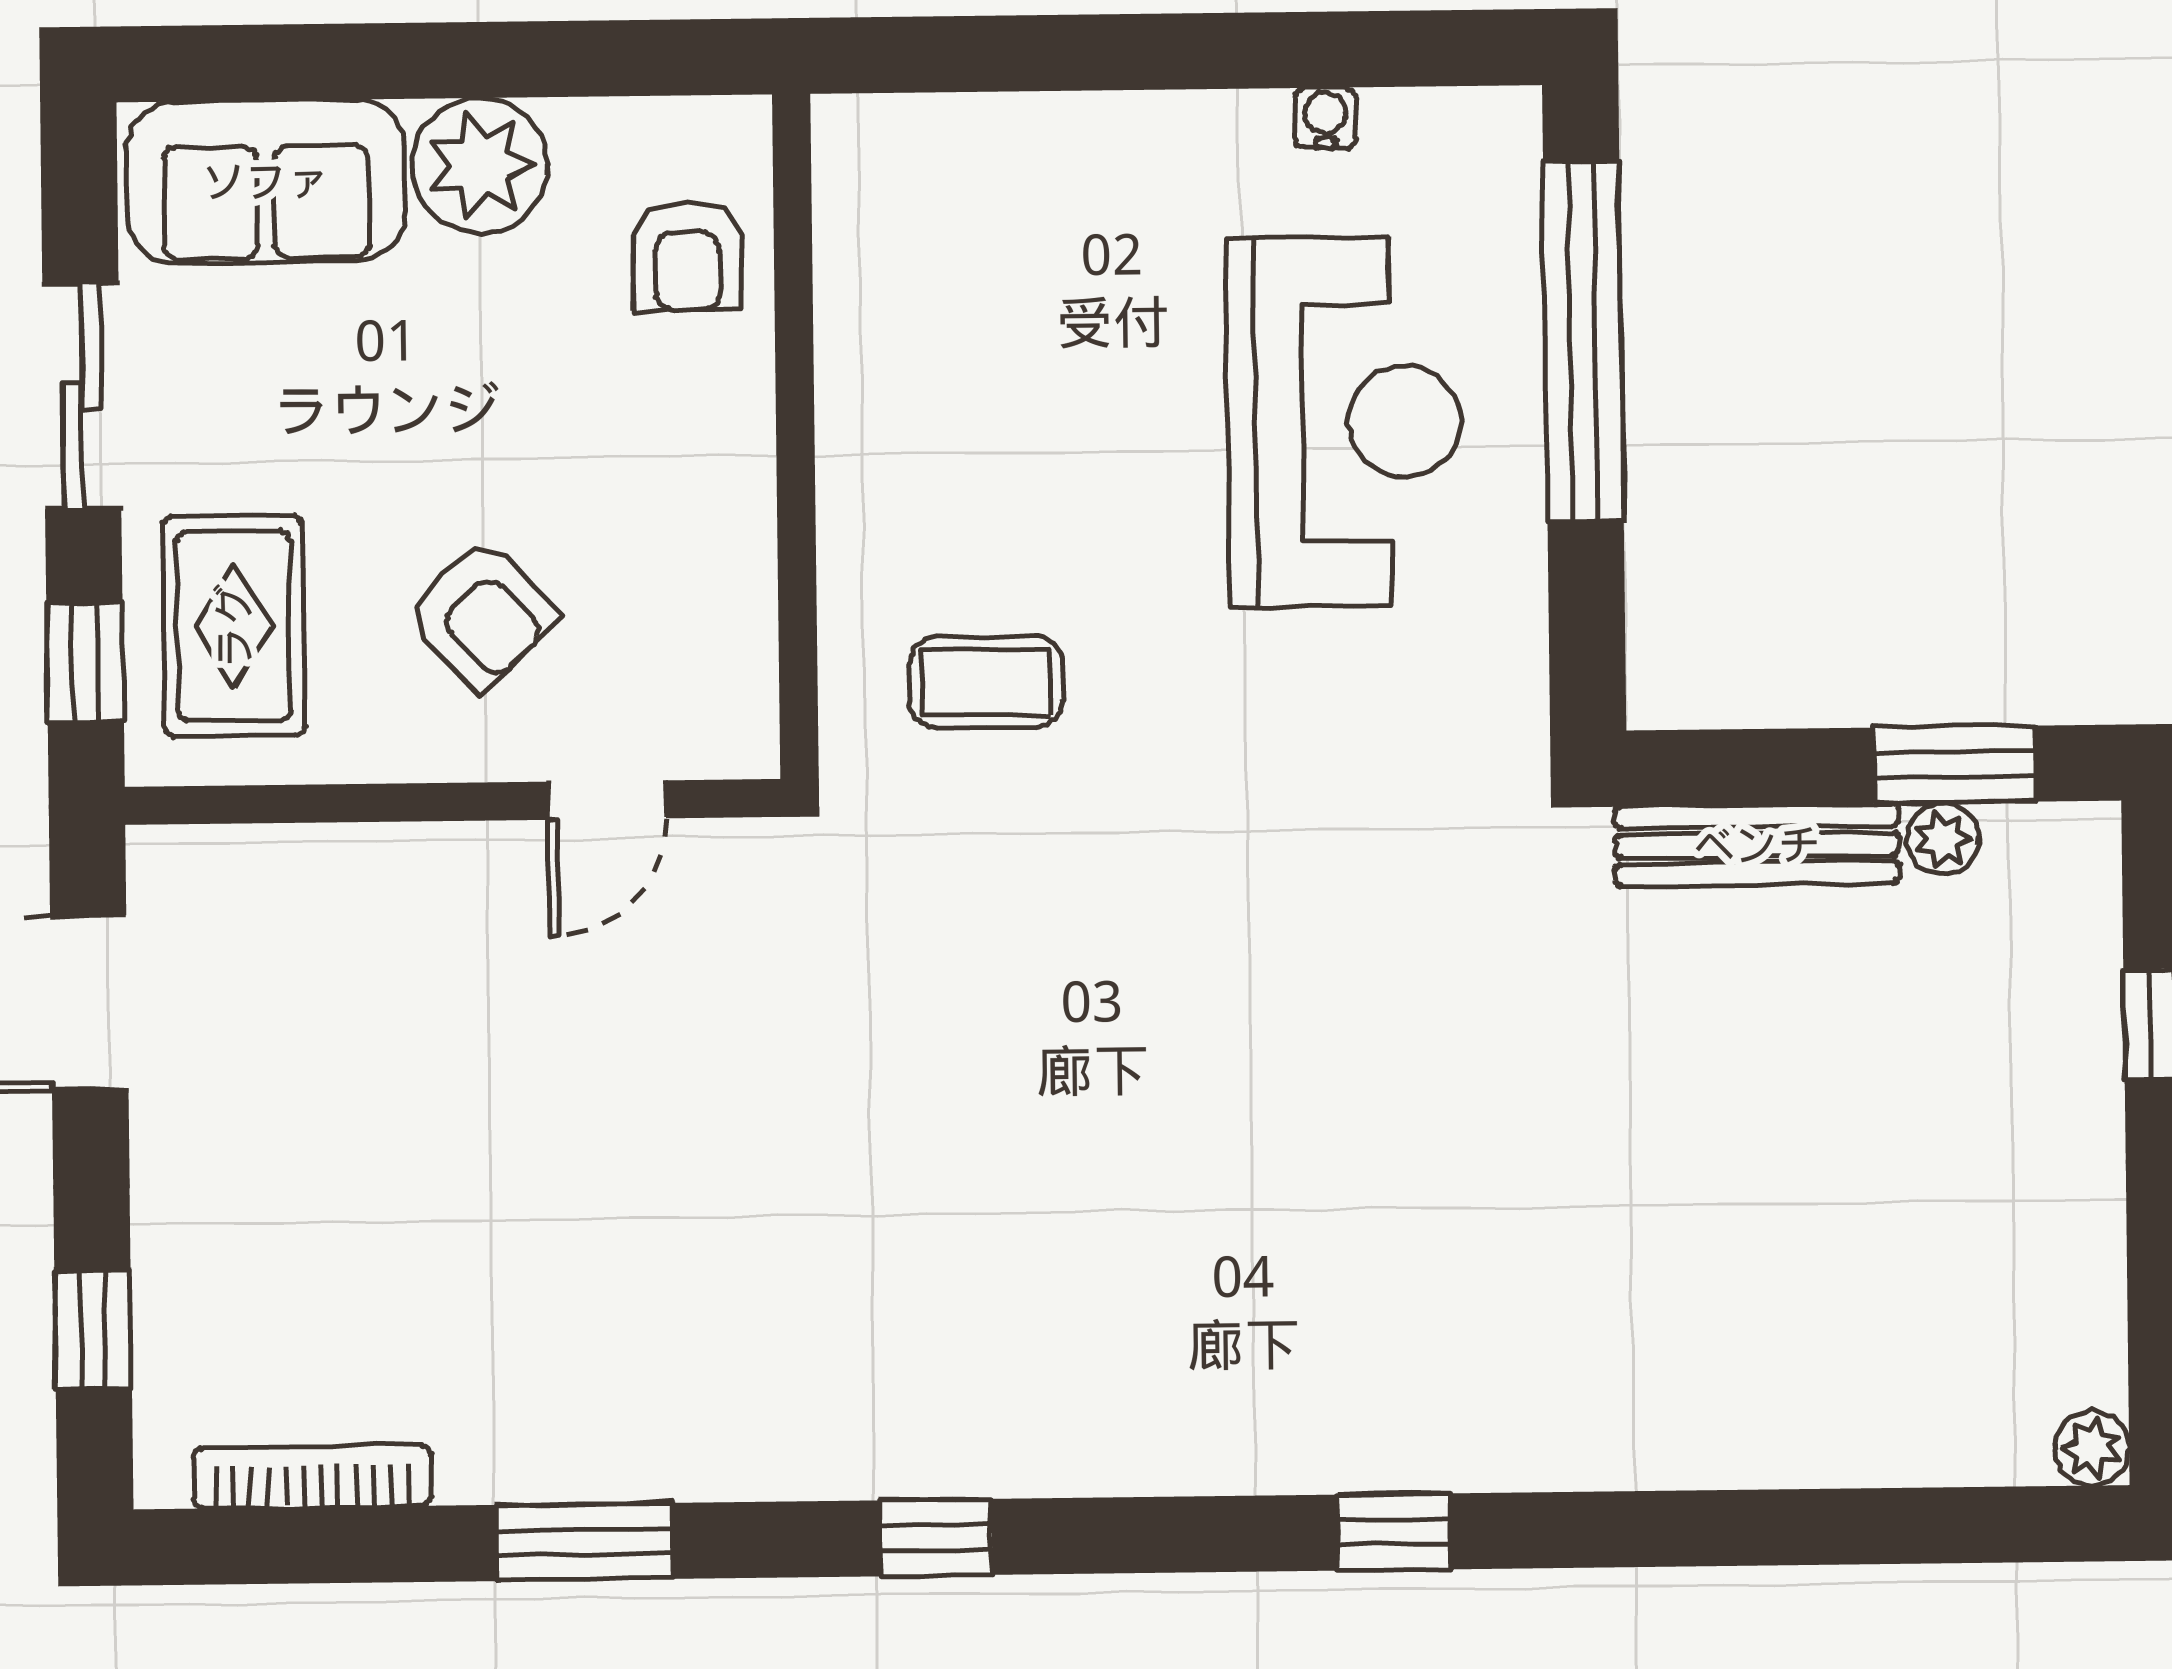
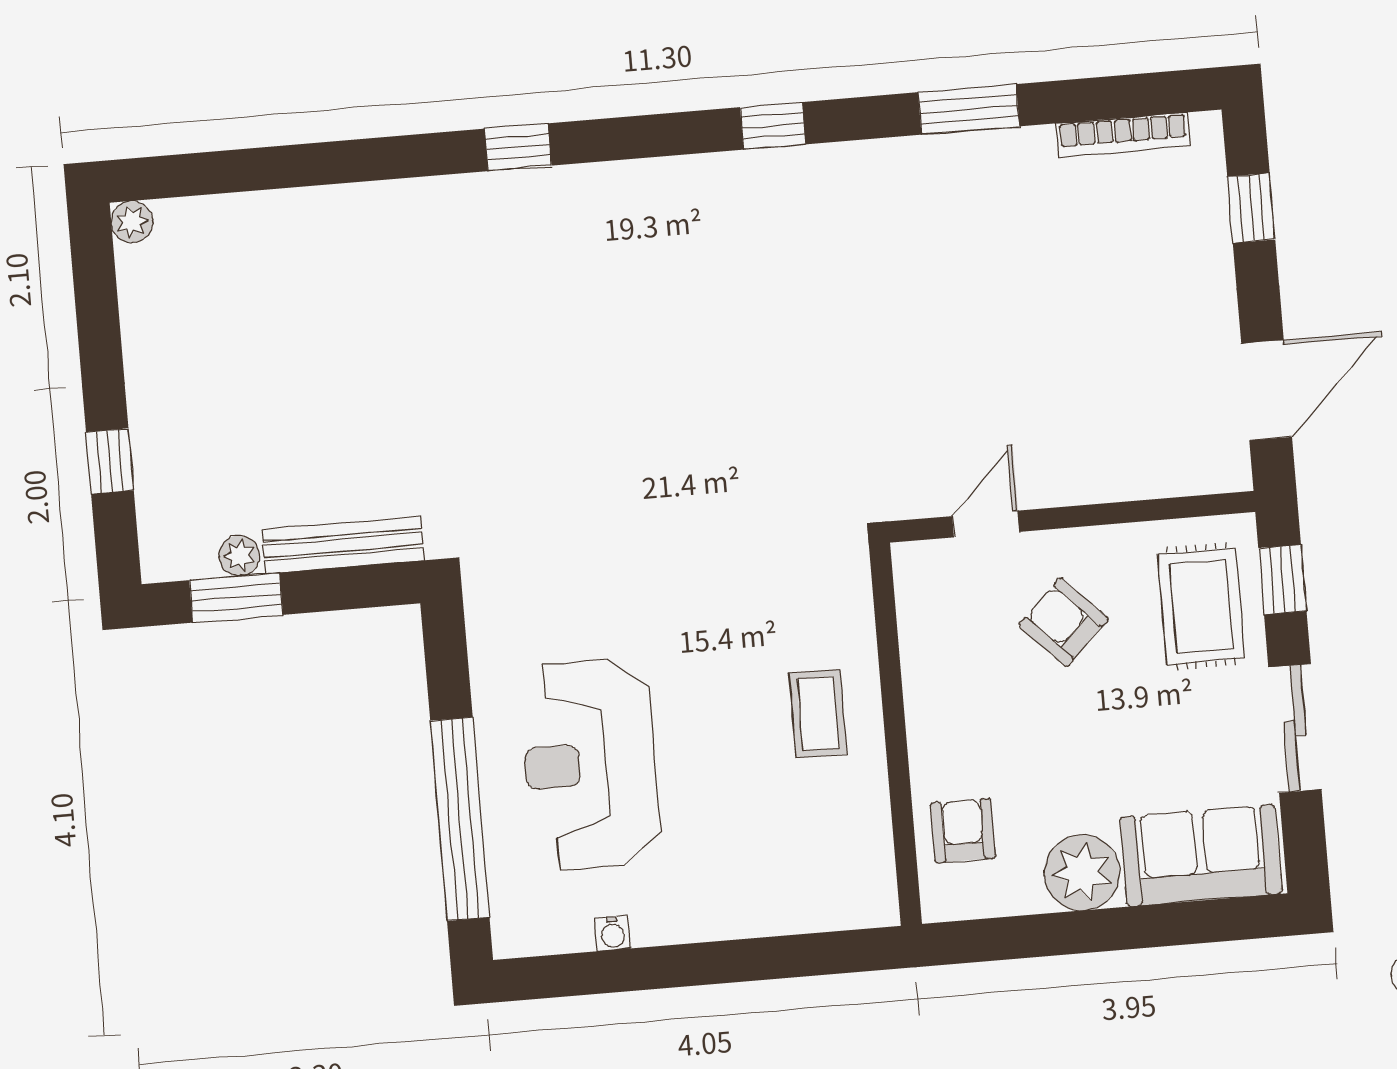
coffee table: (986, 682) -> (818, 713), moved, turned 90

